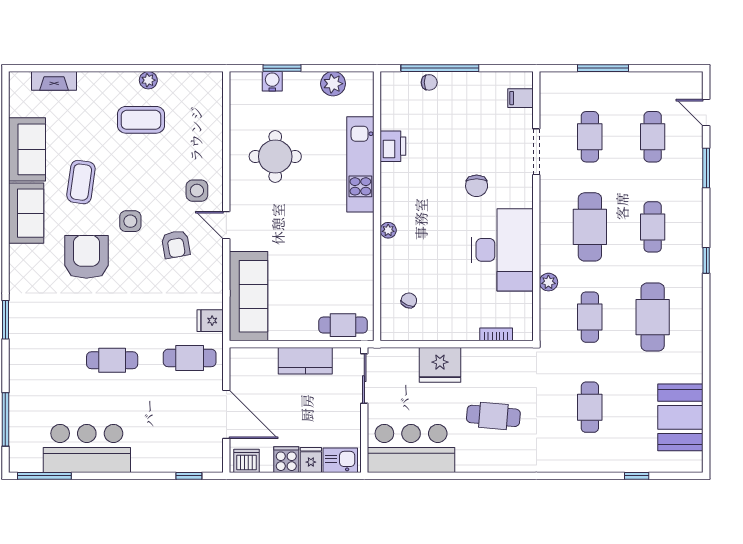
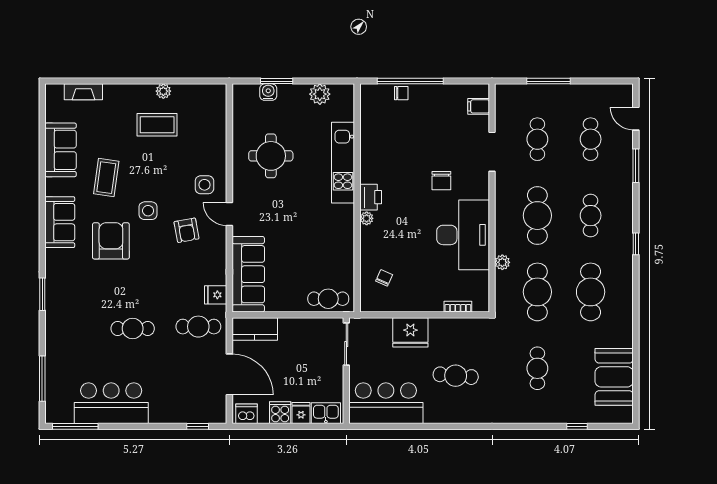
printer: (393, 146) -> (371, 197), moved
sofa: (26, 213) -> (60, 222), moved
cafe table: (590, 317) -> (537, 292), width x1.37, depth x1.35
kitchen counter: (305, 361) -> (255, 329), moved

